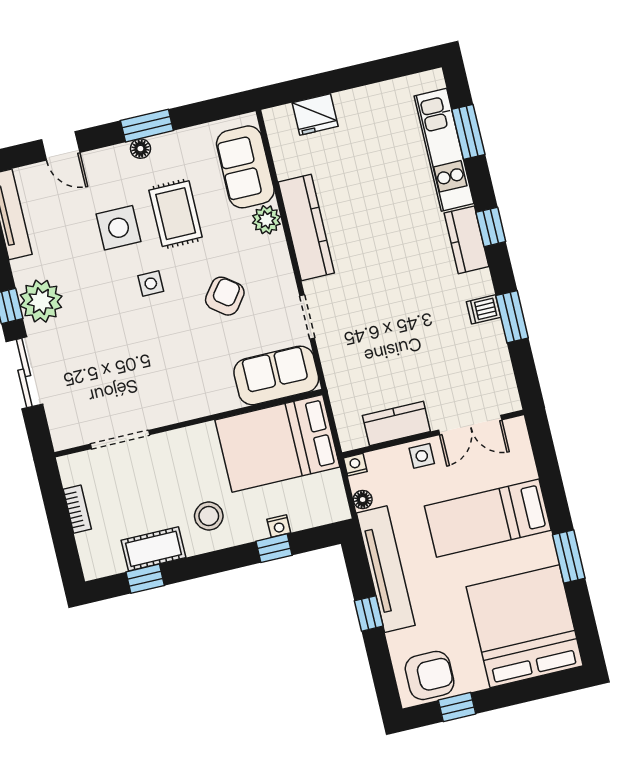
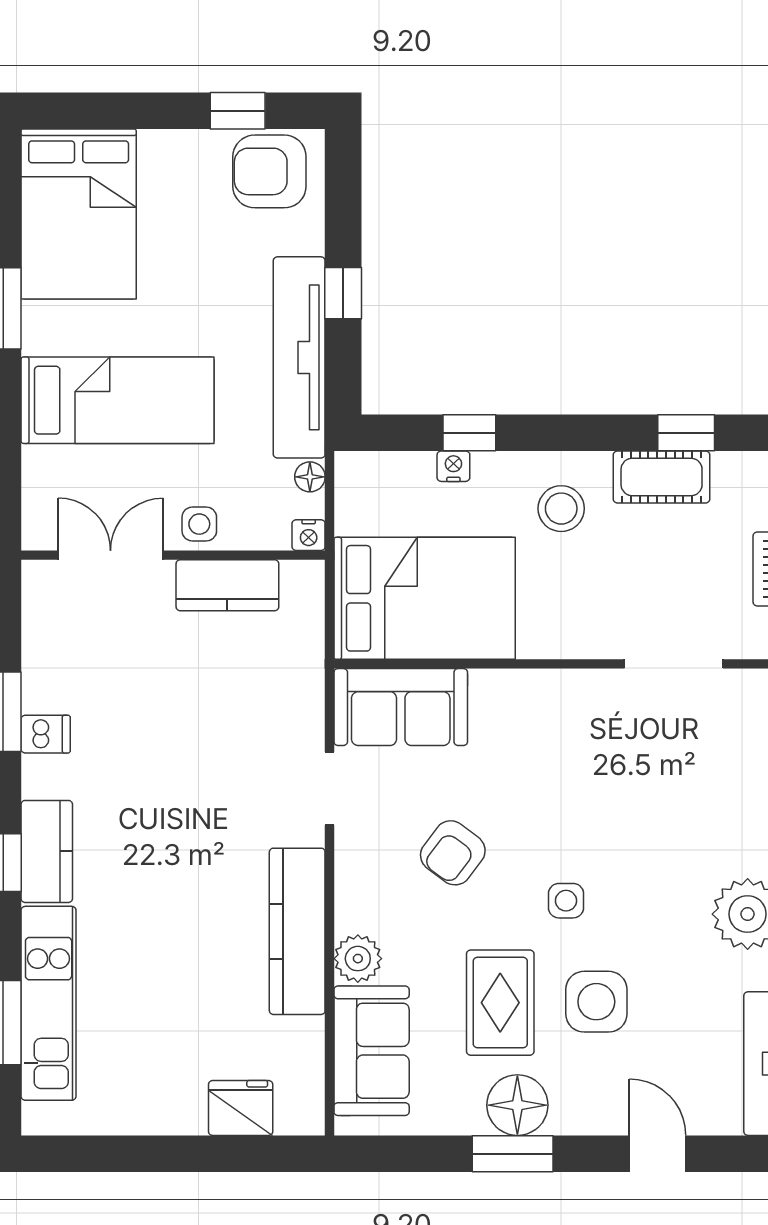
floor lamp: (140, 149) -> (517, 1105), width x1.89, depth x1.89
bed: (525, 626) -> (79, 214), width x0.73

